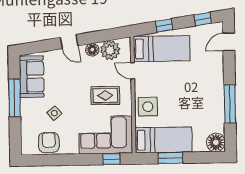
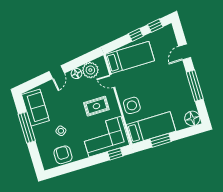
window: (164, 26) -> (136, 35), moved
door: (69, 42) -> (57, 72), hinge flipped
door: (229, 42) -> (185, 52), moved

